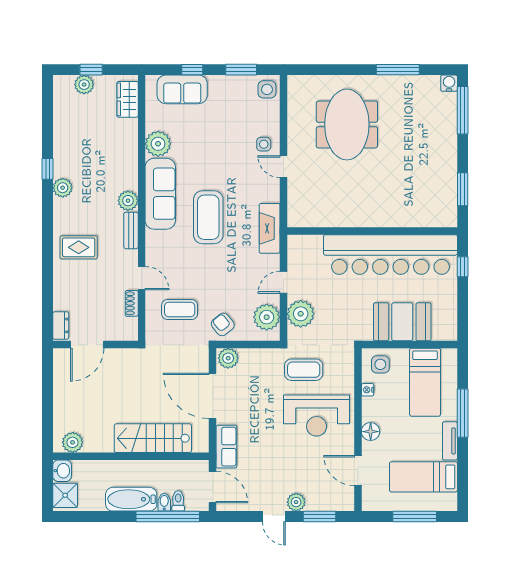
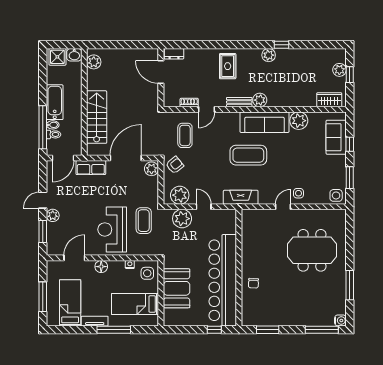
chair: (395, 210) -> (253, 283), added

